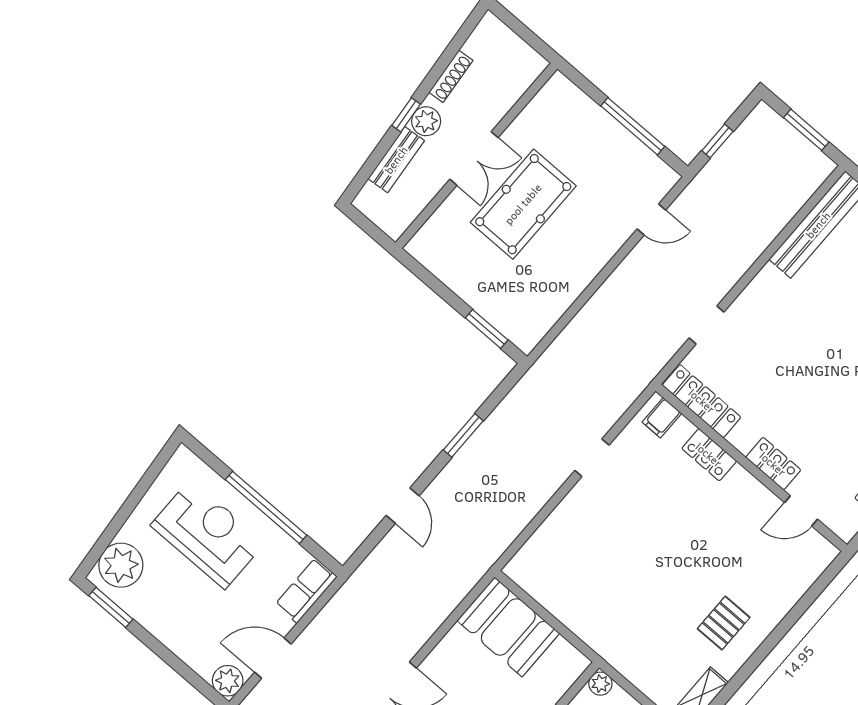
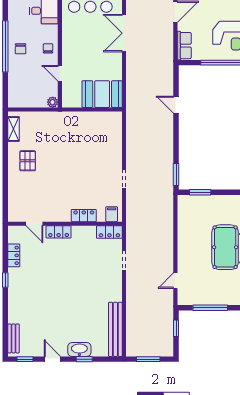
locker: (702, 401) -> (109, 232), width x0.66
window: (463, 435) -> (176, 175), moved
door: (801, 511) -> (34, 224), swing flipped

